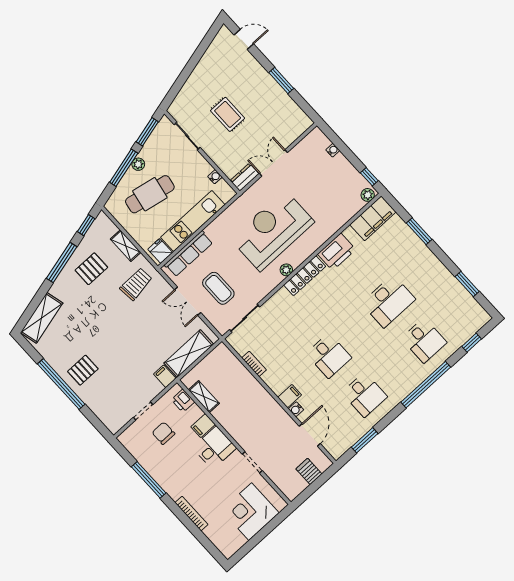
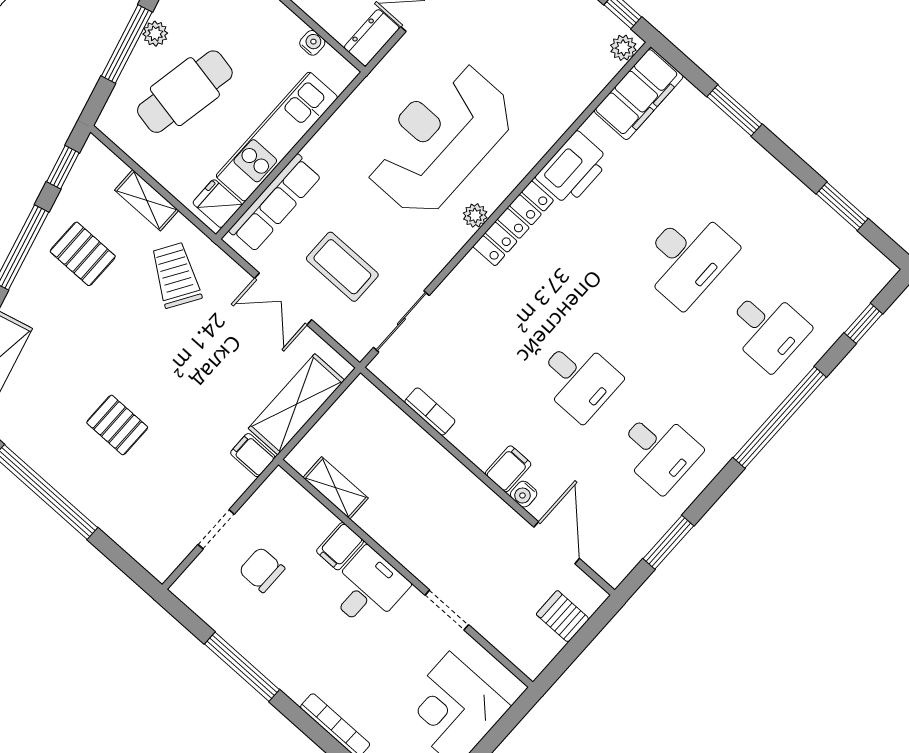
pallet: (91, 269) -> (83, 254), turned 90
trolley: (136, 284) -> (176, 275), turned -53
pallet: (83, 370) -> (117, 425), moved, turned 90
printer: (183, 401) -> (295, 501), removed

